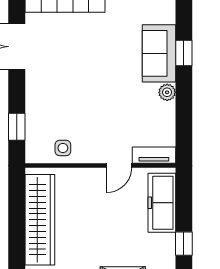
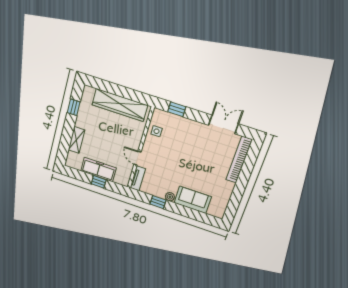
window: (184, 53) -> (158, 202), moved
freezer: (162, 203) -> (98, 169), moved
window: (184, 244) -> (99, 182), moved

